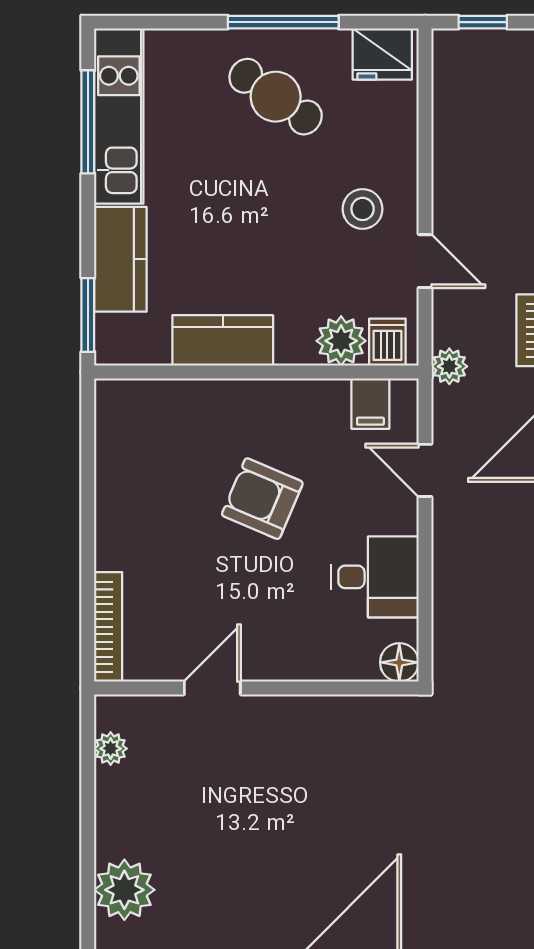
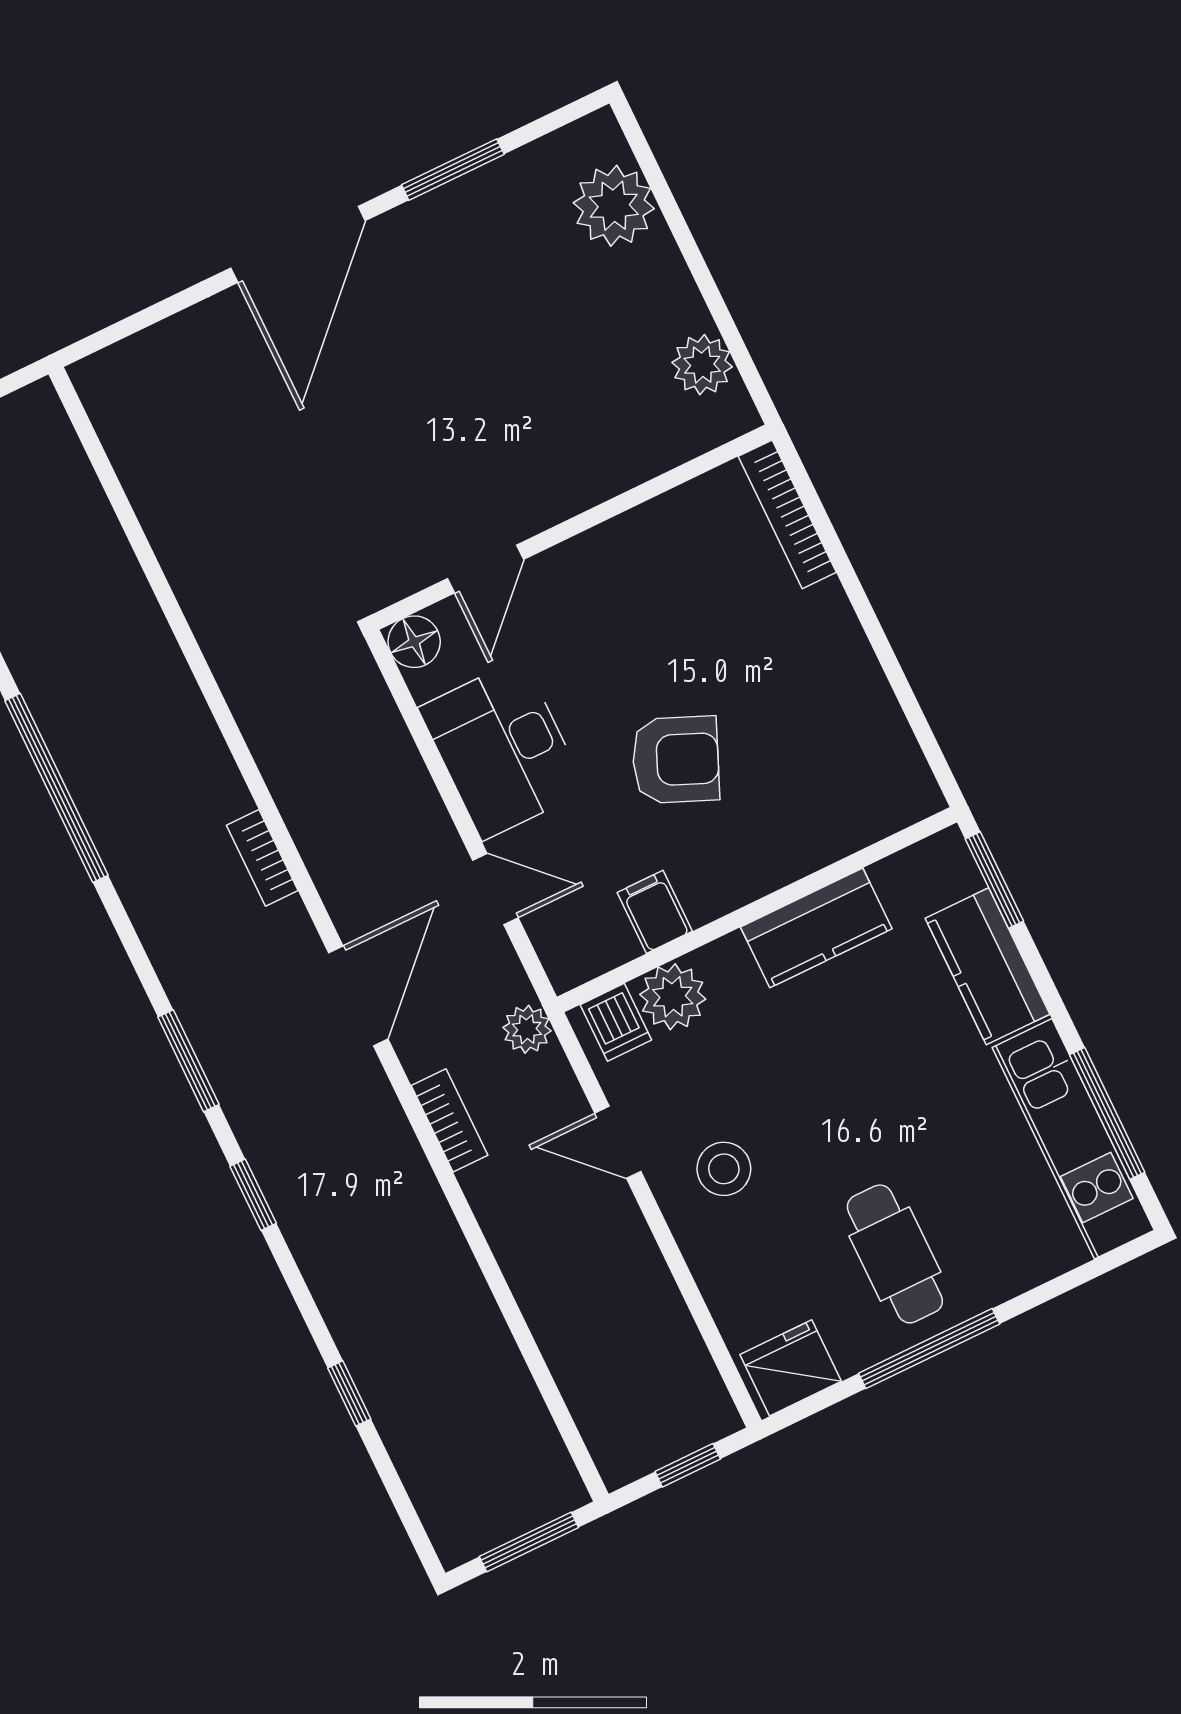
cafe table: (276, 97) -> (895, 1254), turned 55
filing cabinet: (370, 404) -> (655, 912), moved
desk: (375, 577) -> (502, 749), width x1.37
door: (212, 688) -> (486, 569), moved
plant: (111, 749) -> (702, 365), width x1.38, depth x1.38

